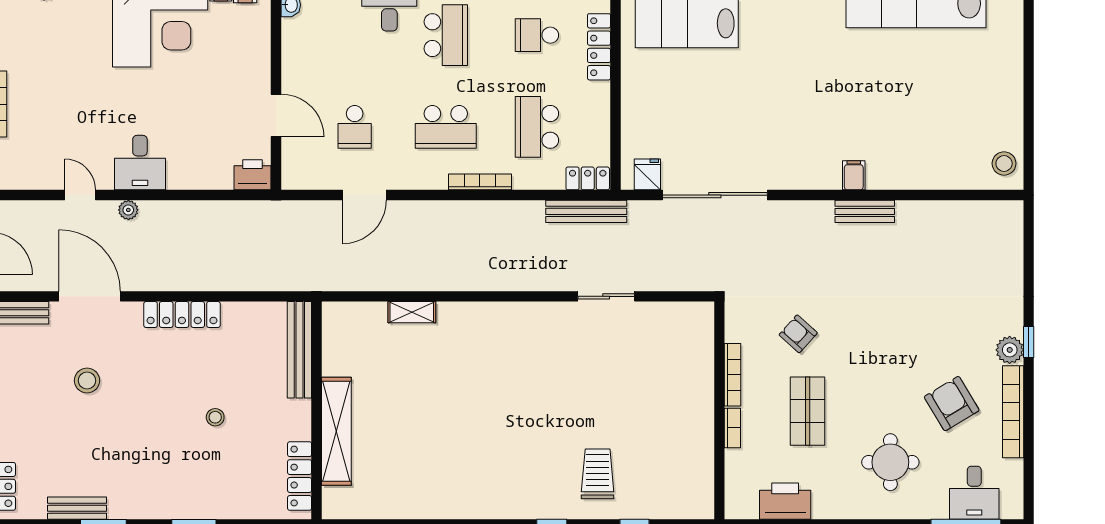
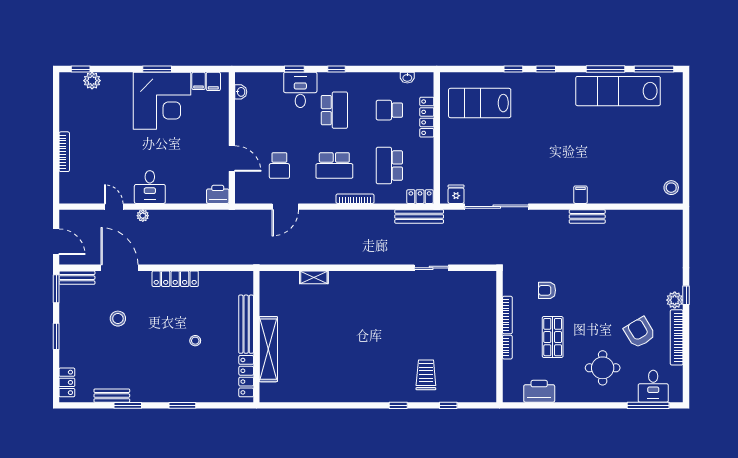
armchair: (798, 334) -> (547, 290), turned -42
bench: (299, 350) -> (246, 324), moved

